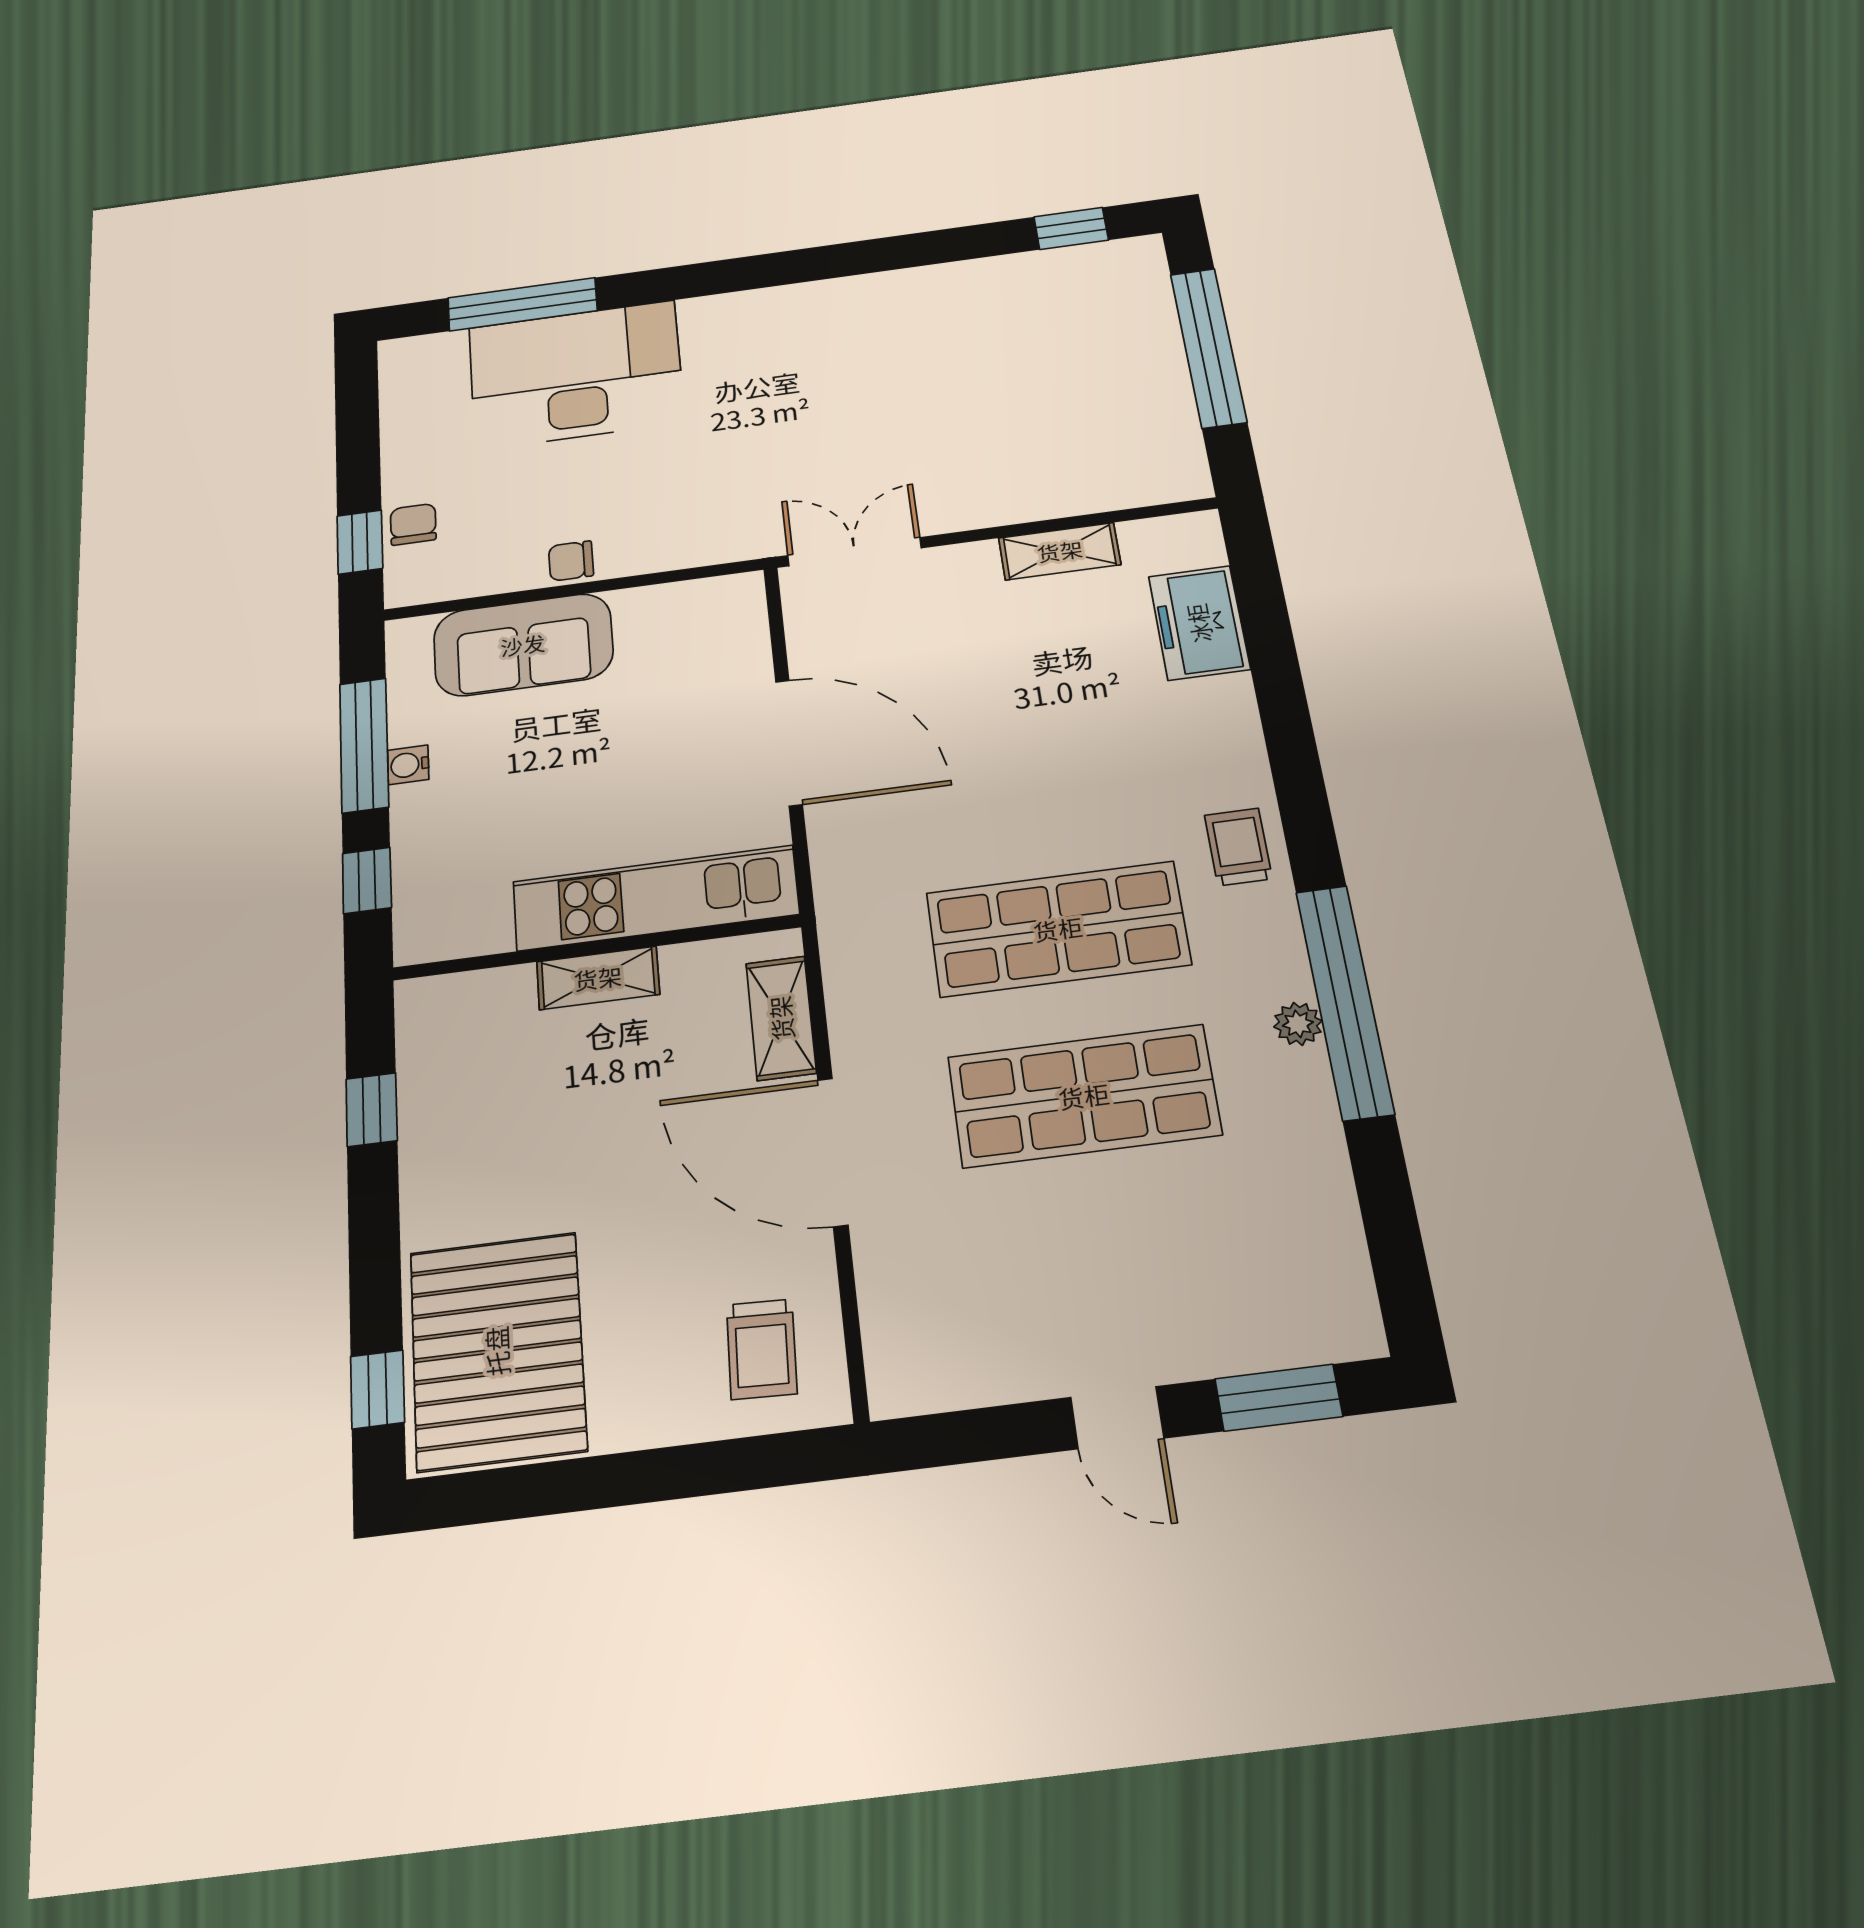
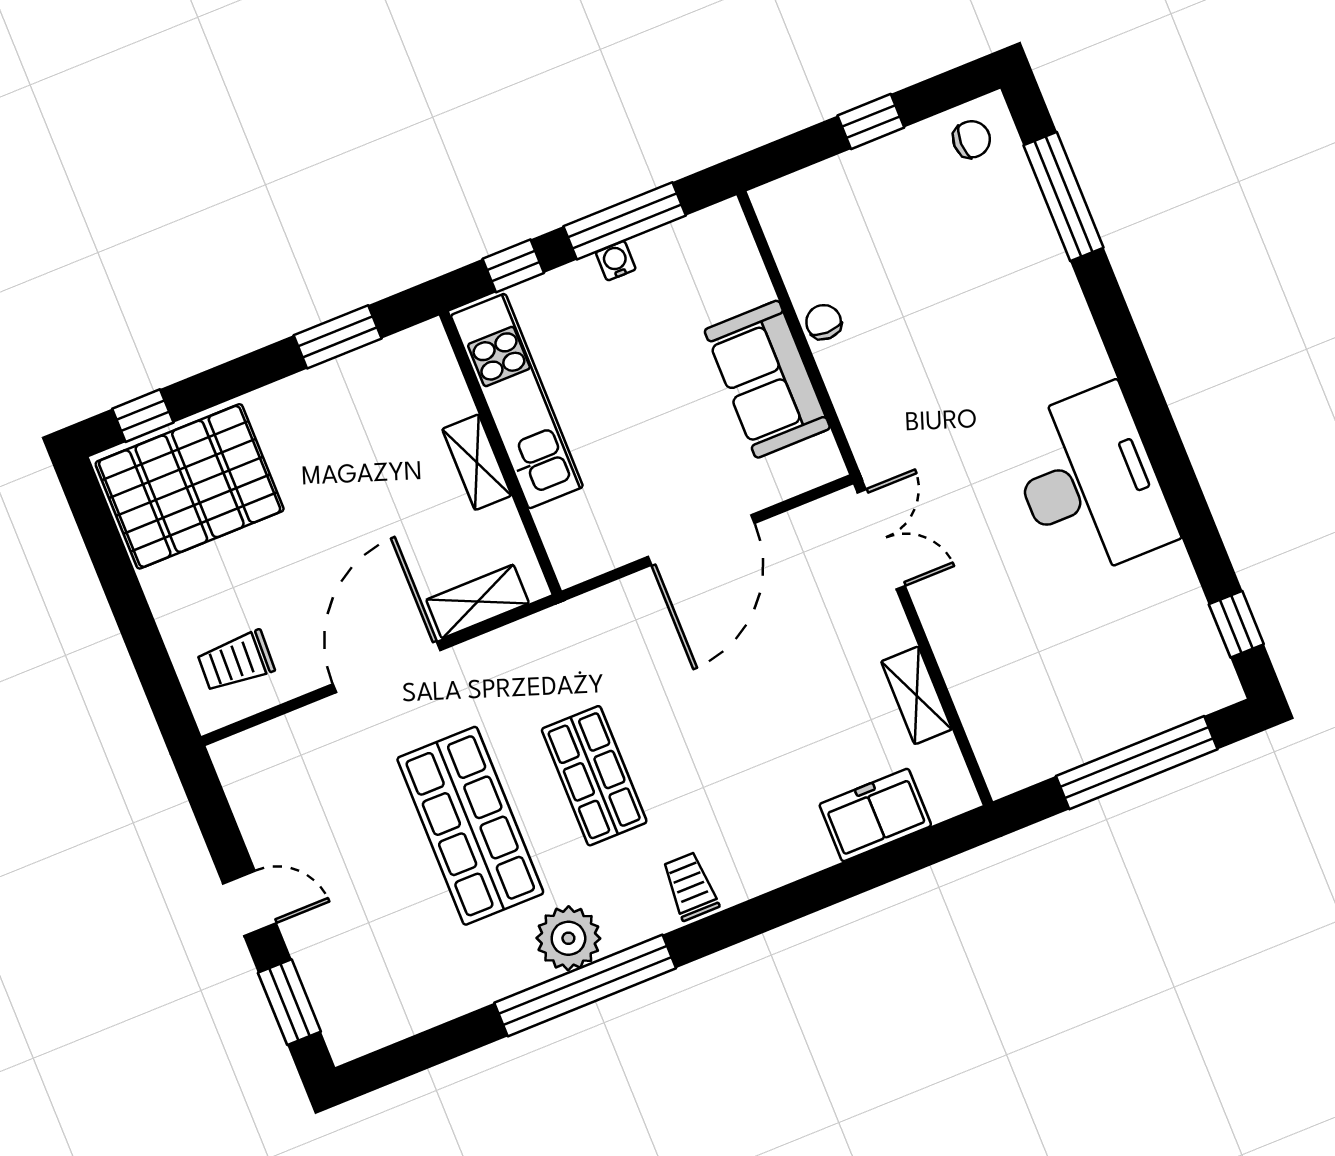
desk: (576, 375) -> (1090, 482), moved
chair: (413, 524) -> (972, 139), moved
window: (360, 542) -> (871, 121), moved
sofa: (523, 645) -> (767, 379), moved
trolley: (1238, 847) -> (690, 886), turned -90
kitchen unit: (655, 898) -> (517, 401), moved
shop shelf: (1058, 929) -> (594, 776), width x0.70, depth x0.74
plant: (1298, 1024) -> (568, 938), width x1.87, depth x1.87
window: (372, 1110) -> (338, 337), width x1.50
door: (1117, 1418) -> (249, 903), swing flipped

